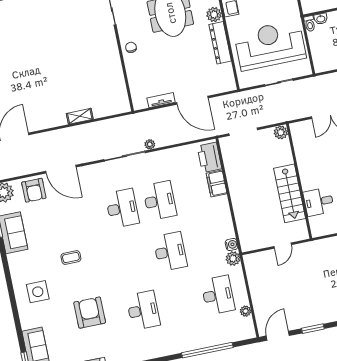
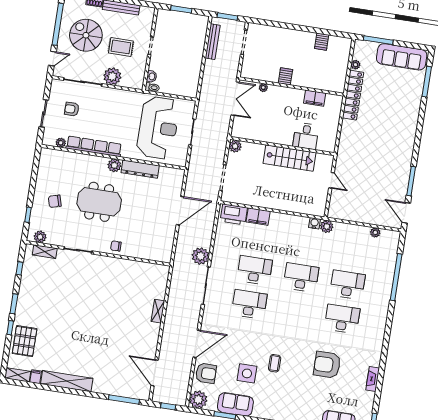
reception desk: (270, 45) -> (158, 128), turned 180
tv unit: (161, 100) -> (170, 237), removed
plant: (150, 144) -> (200, 256), width x1.88, depth x1.88
side table: (38, 292) -> (247, 373), moved
desk: (218, 295) -> (347, 285), moved
window: (313, 329) -> (411, 181), width x1.44

